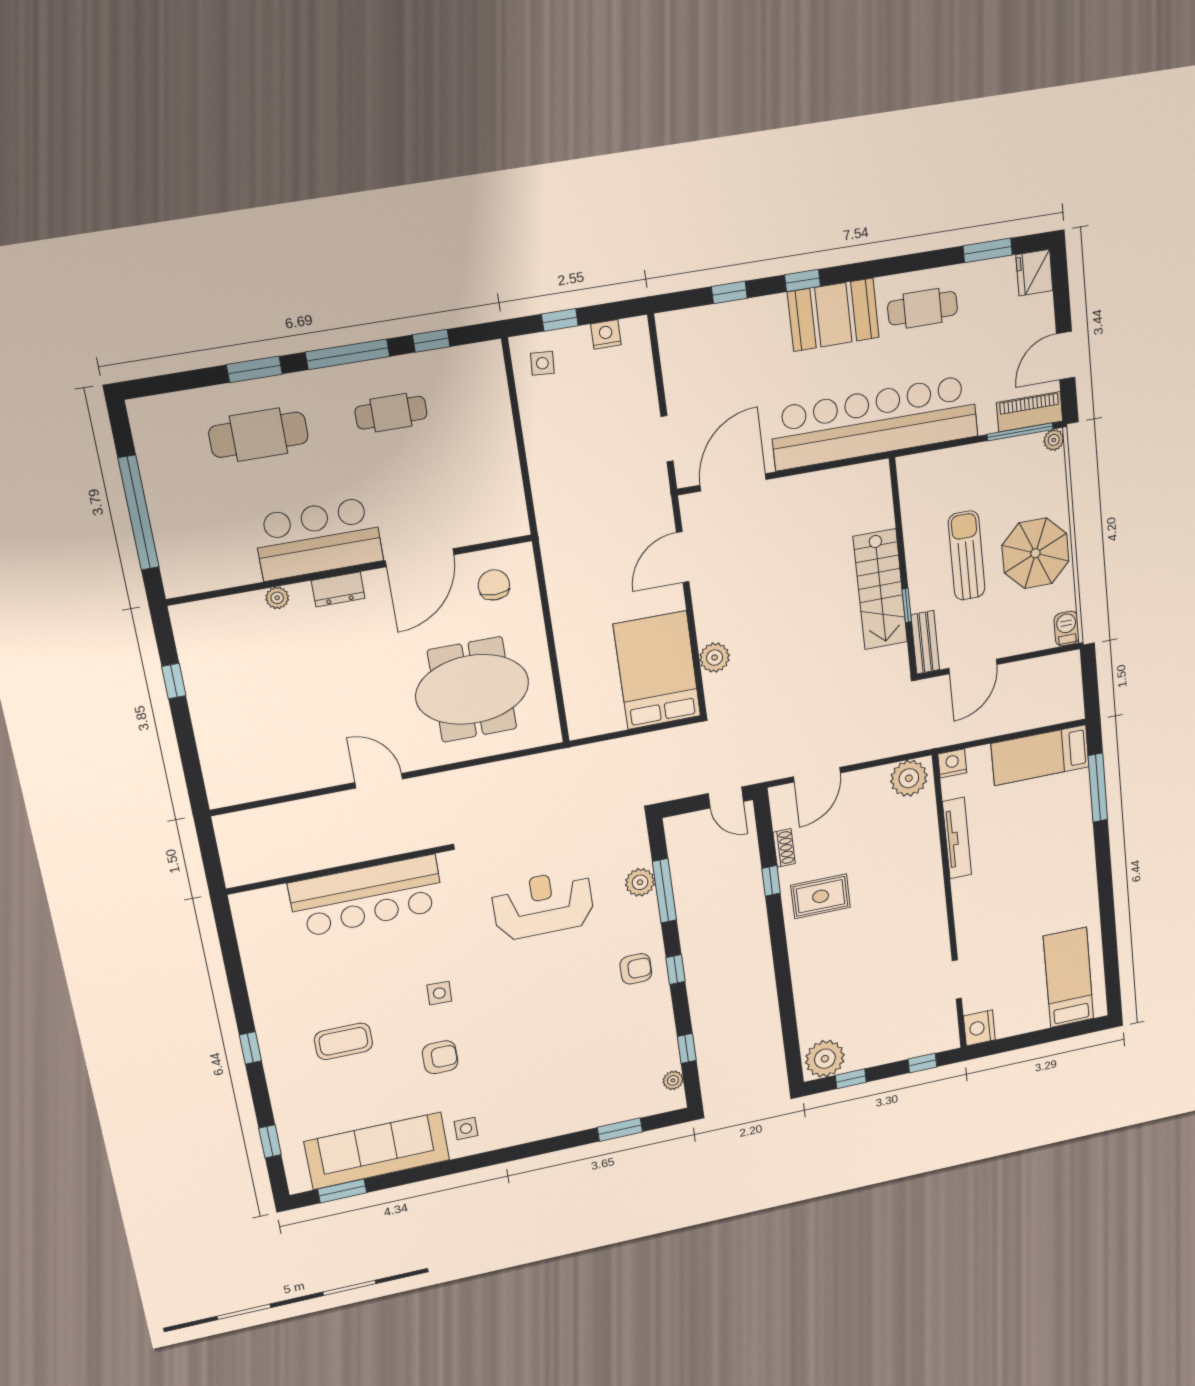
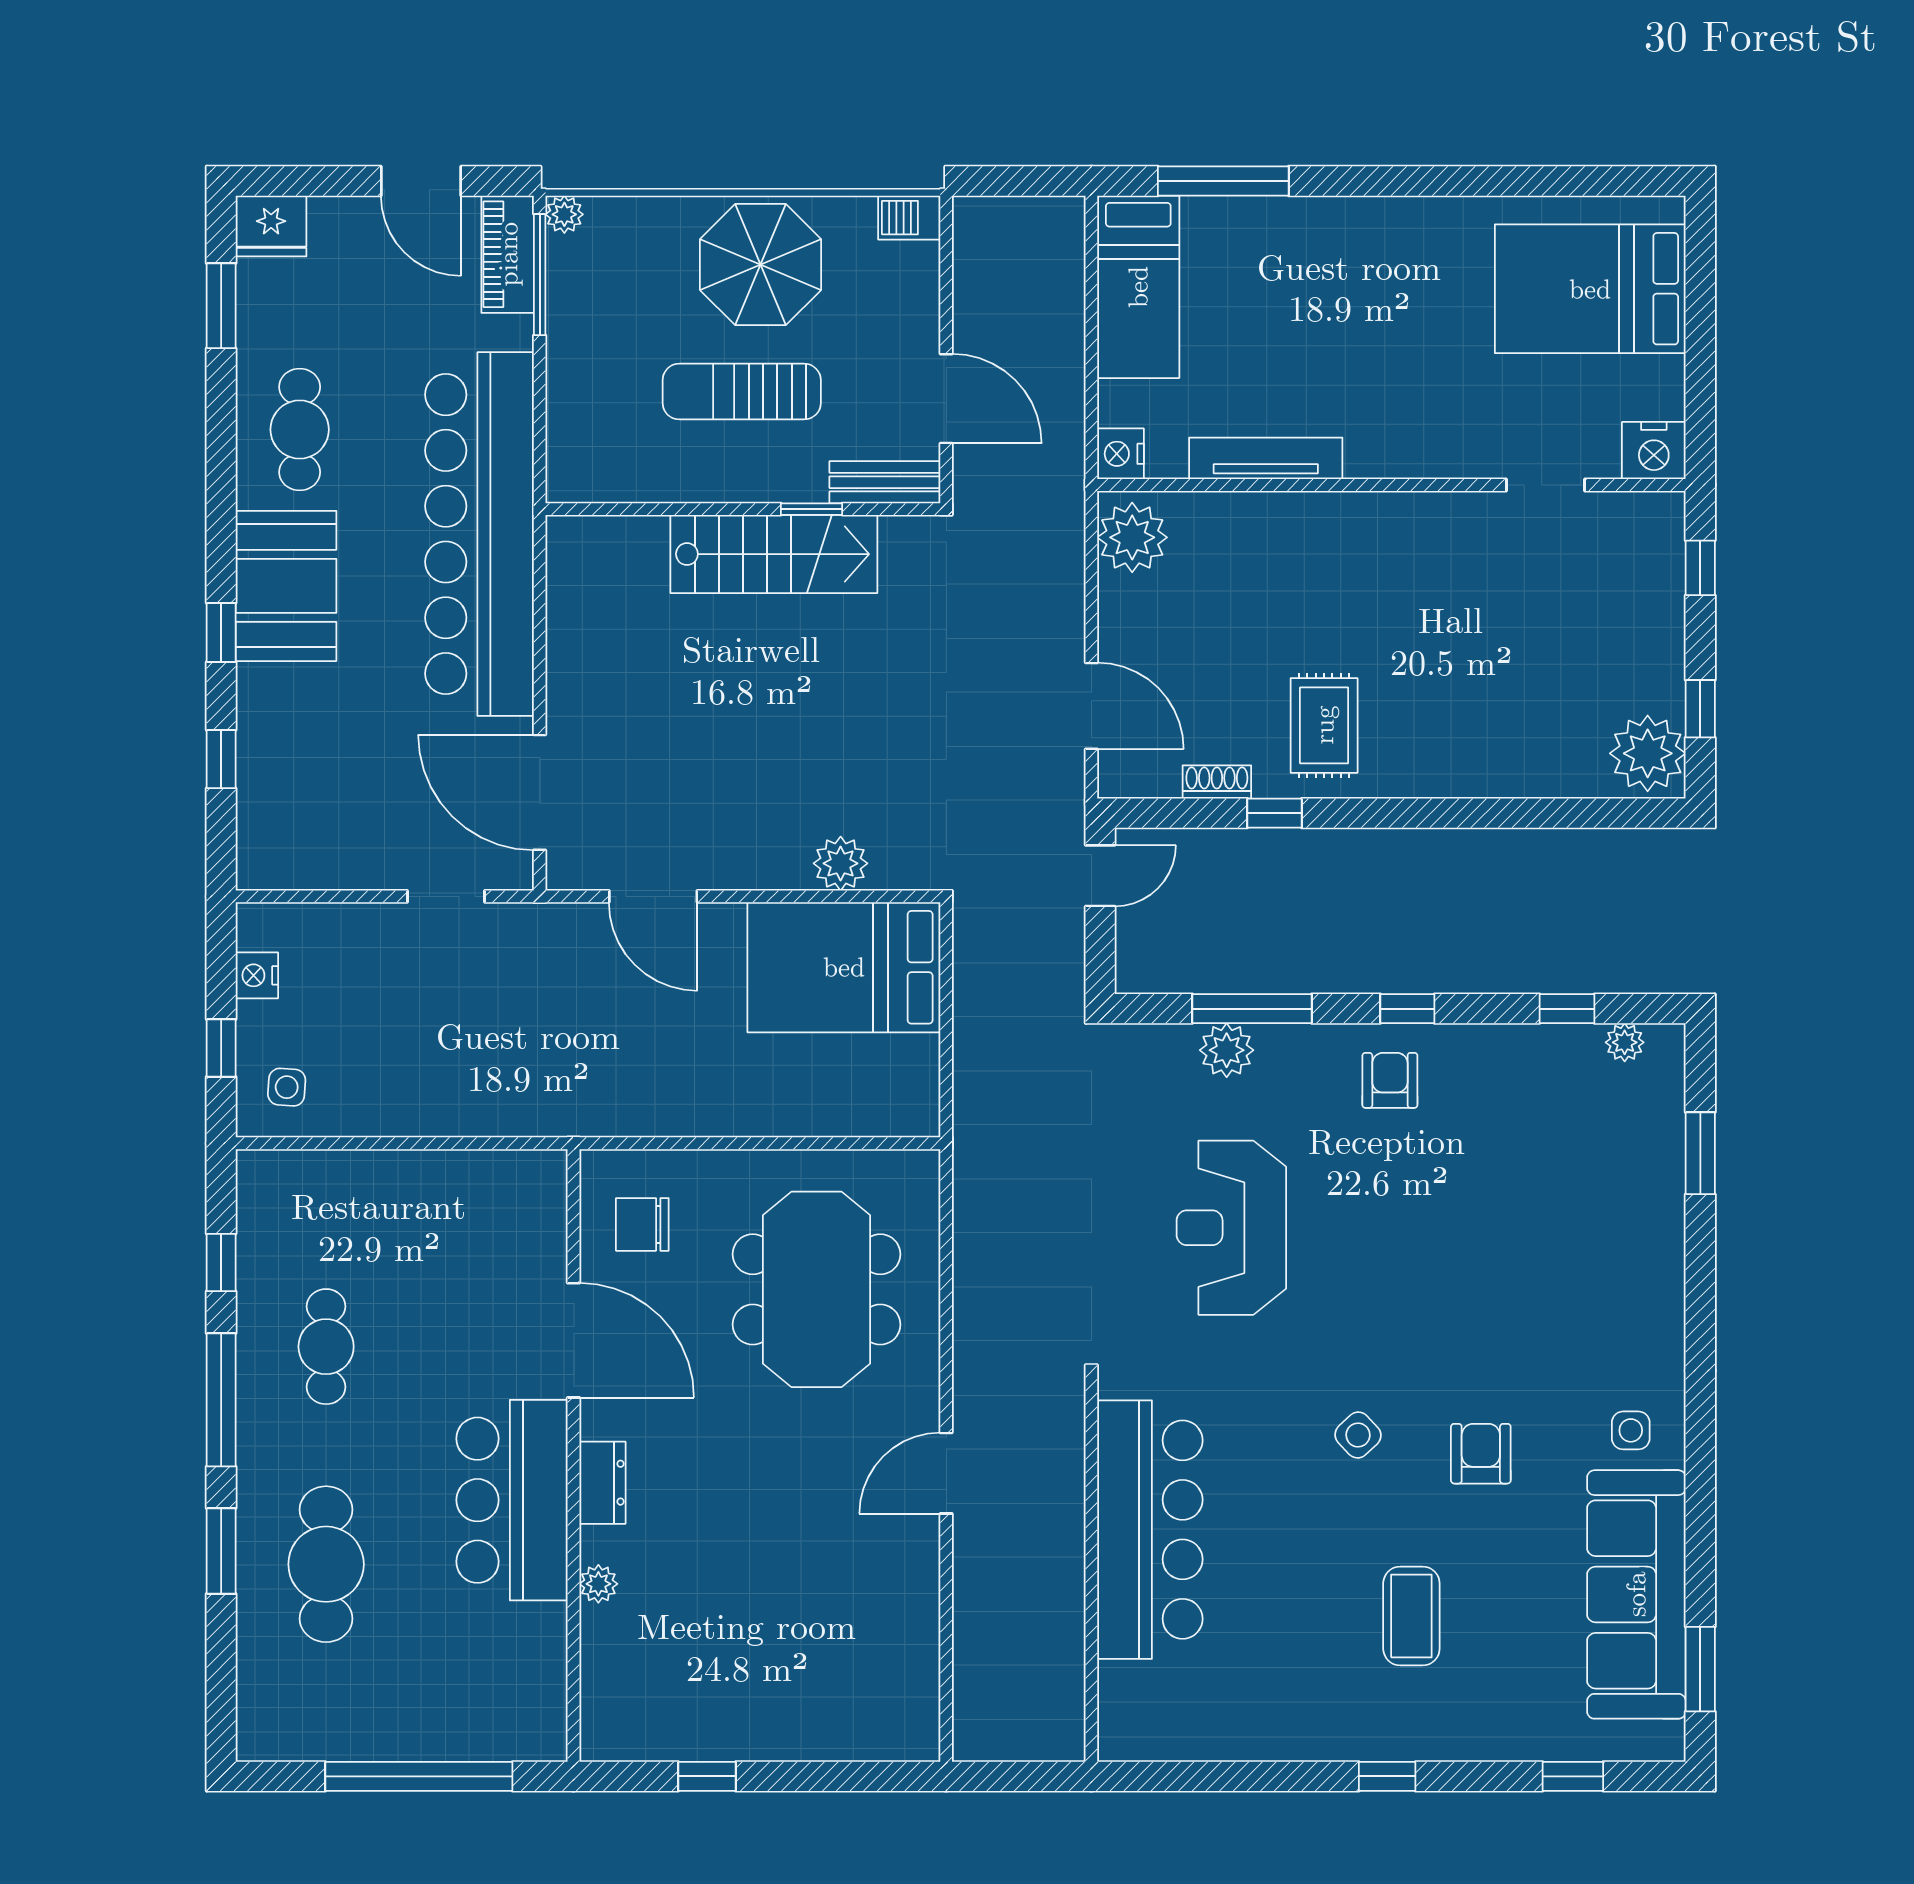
bed: (1068, 978) -> (1590, 289), width x1.50
side table: (439, 993) -> (1358, 1435), turned 45

